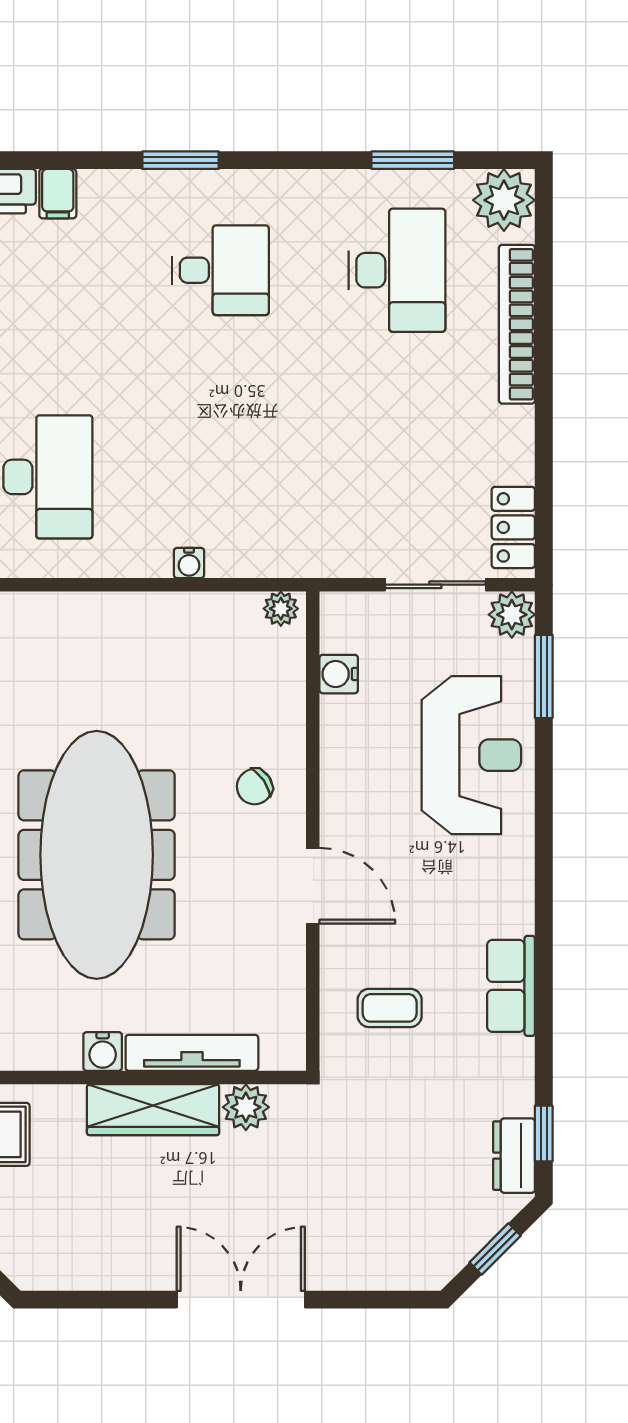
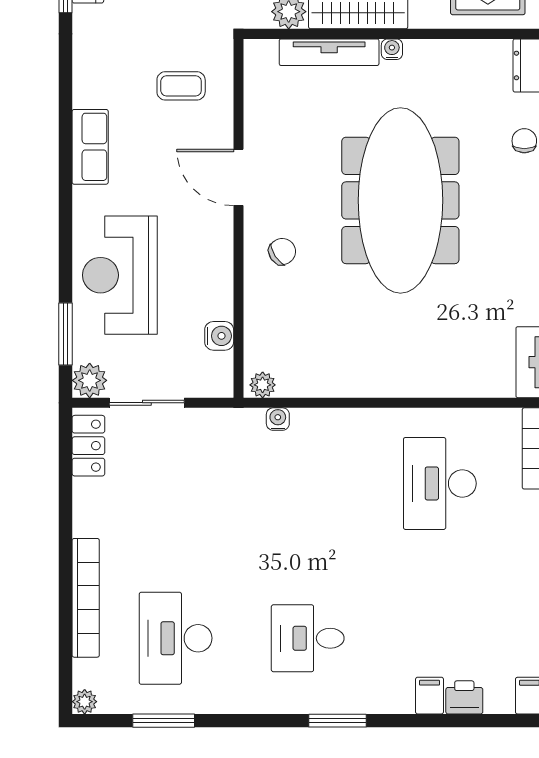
plant: (504, 200) -> (85, 702), width x0.53, depth x0.53
water cooler: (189, 563) -> (278, 419), moved
row of seats: (511, 986) -> (90, 147), moved
water cooler: (103, 1051) -> (392, 49), width x0.72, depth x0.72

